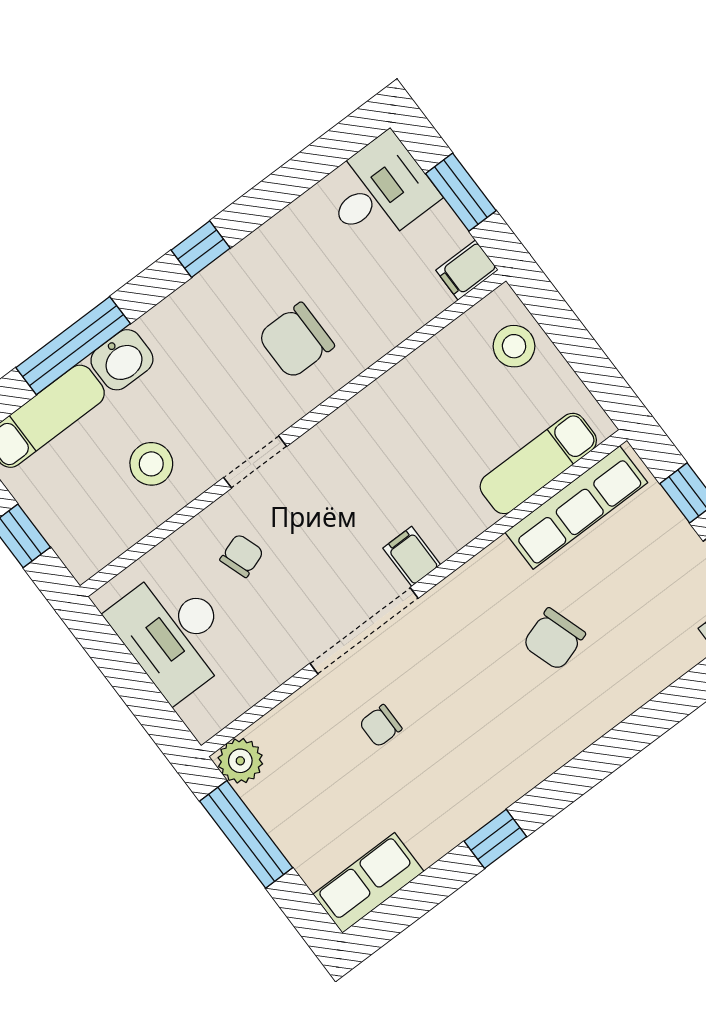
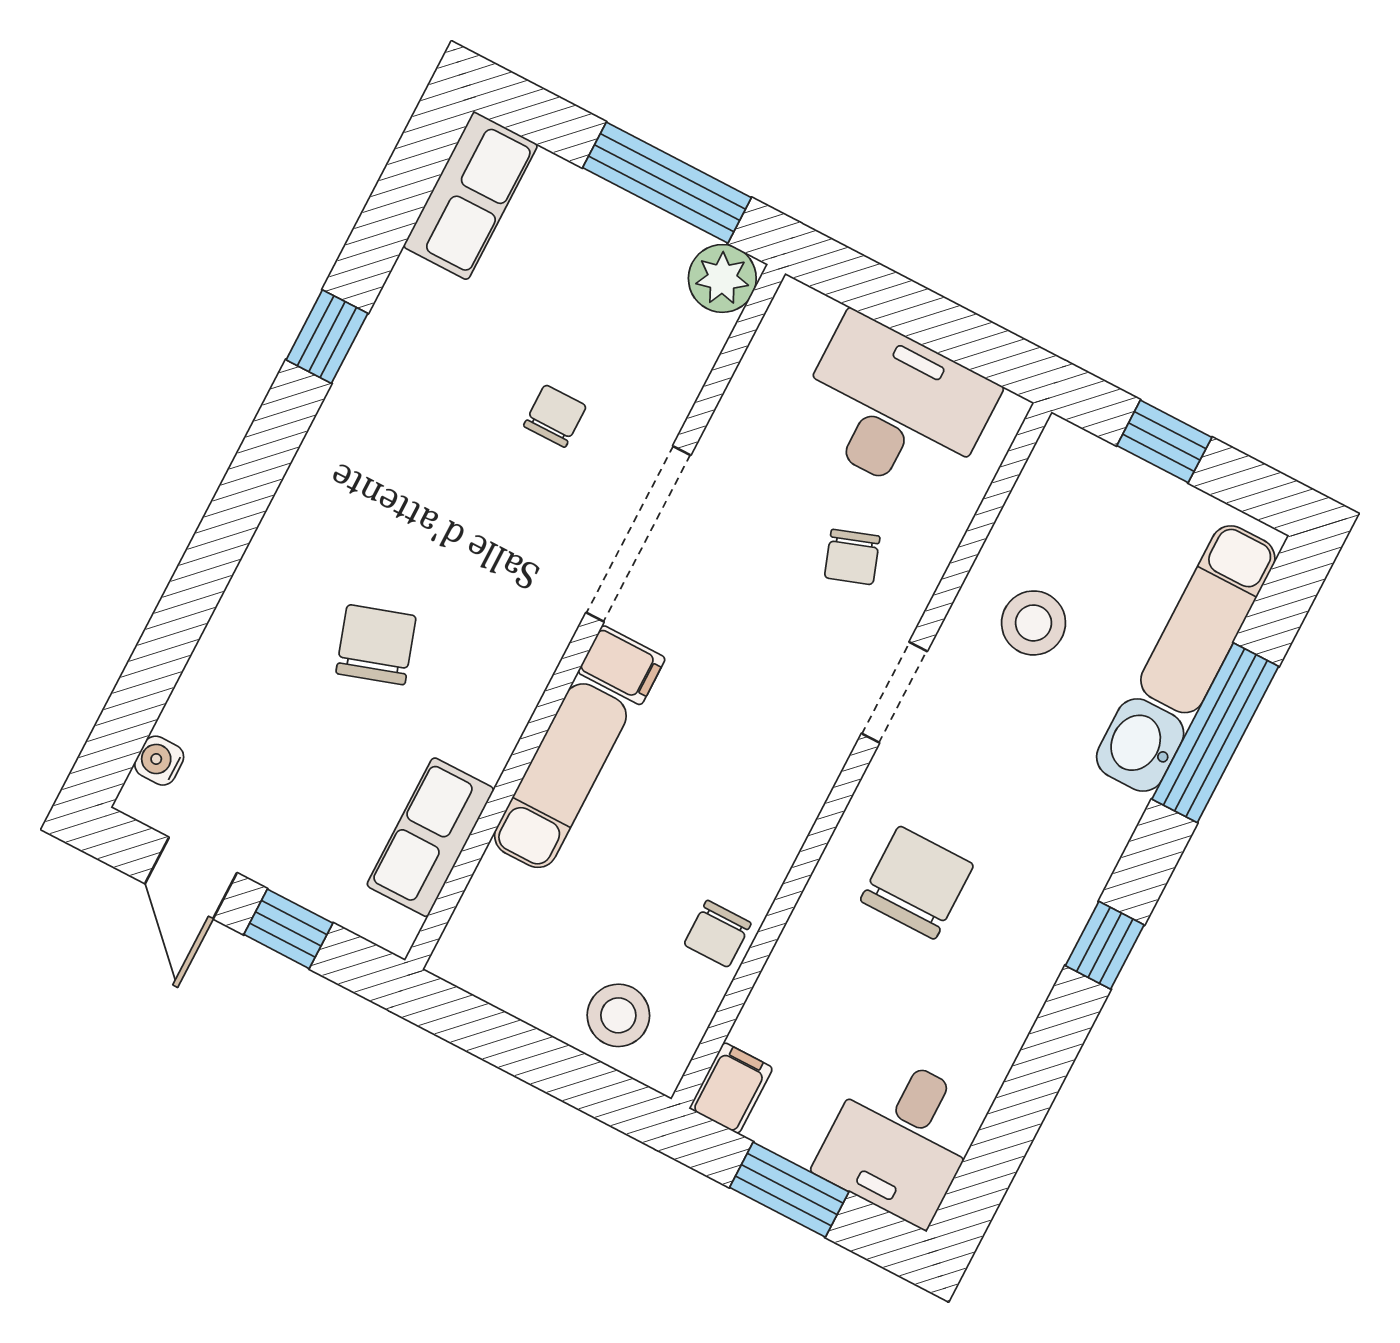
chair: (431, 367) -> (718, 934), added
exam couch: (538, 463) -> (560, 776), moved
row of seats: (576, 507) -> (430, 837), width x0.68

